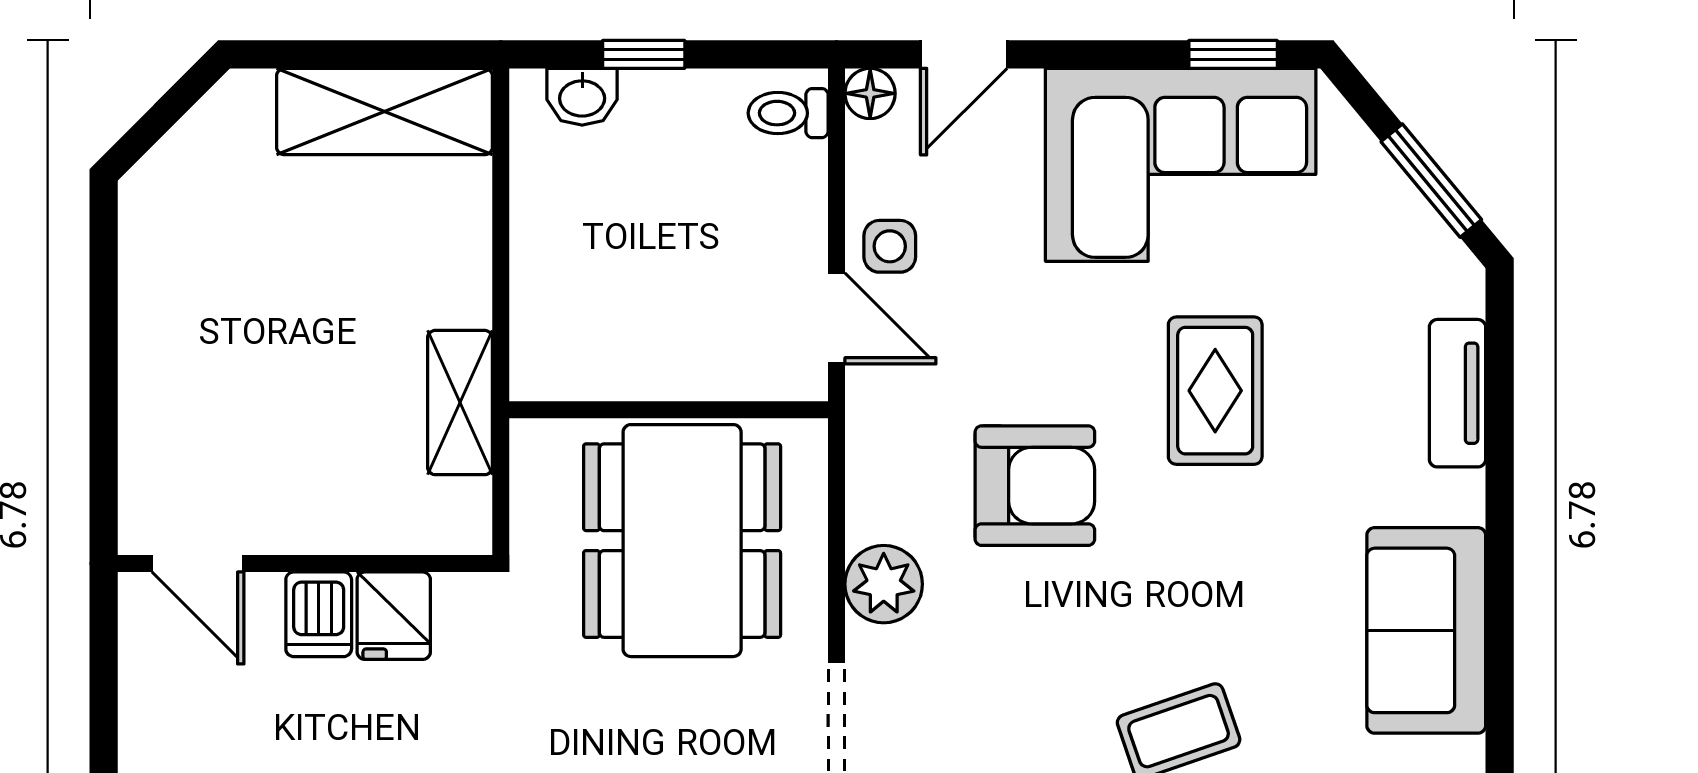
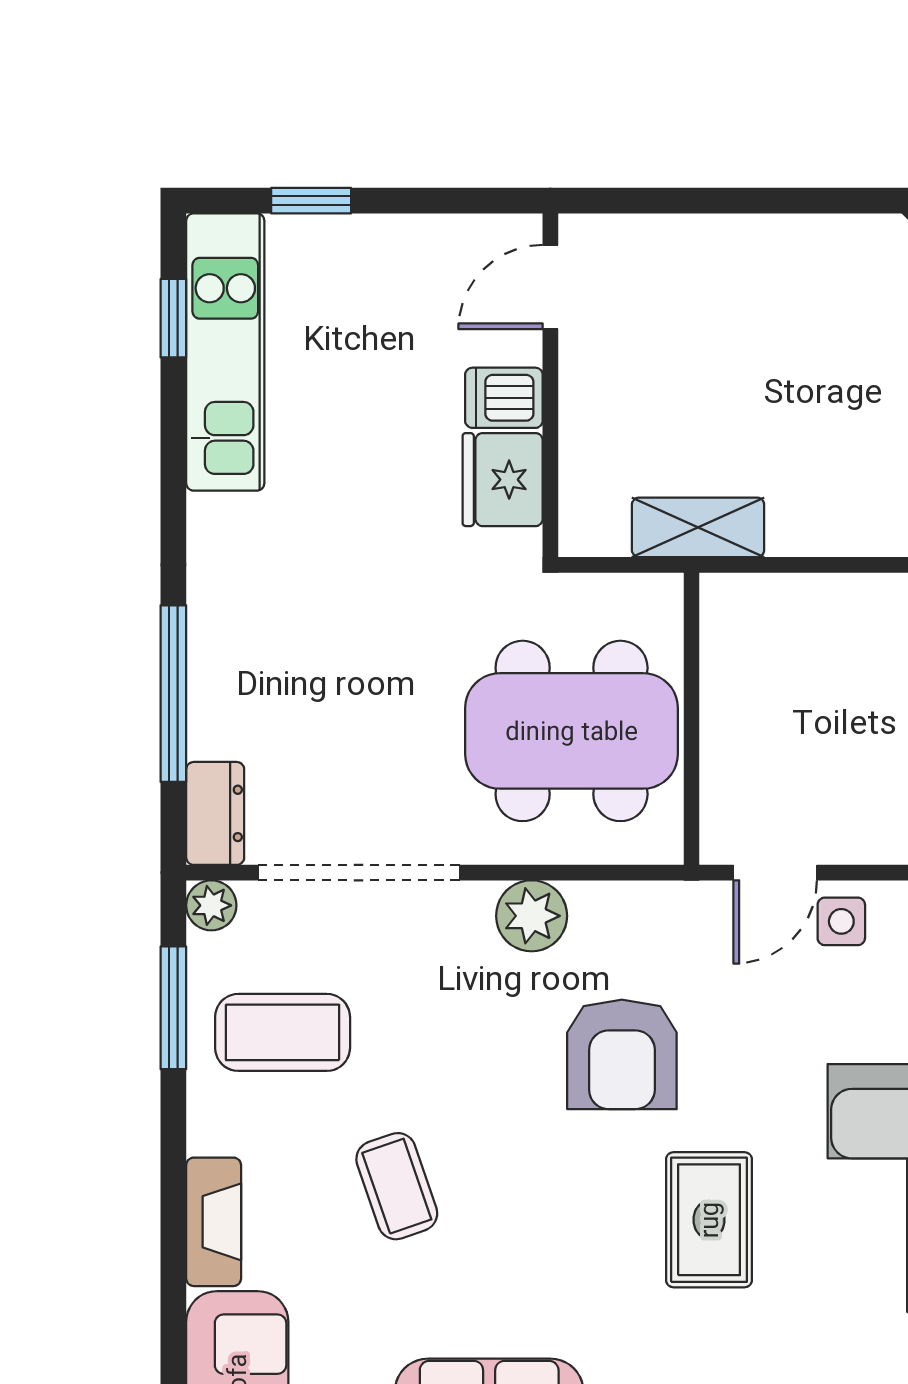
rug: (1215, 391) -> (709, 1220), turned 90
fridge: (394, 616) -> (503, 480), width x1.38

